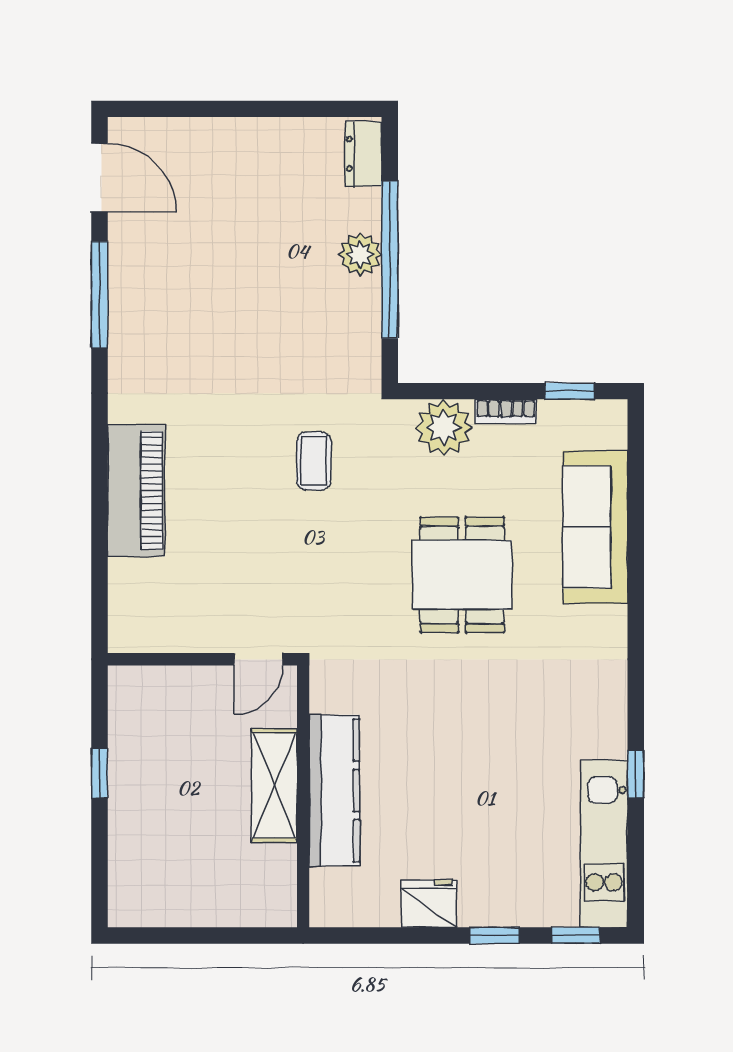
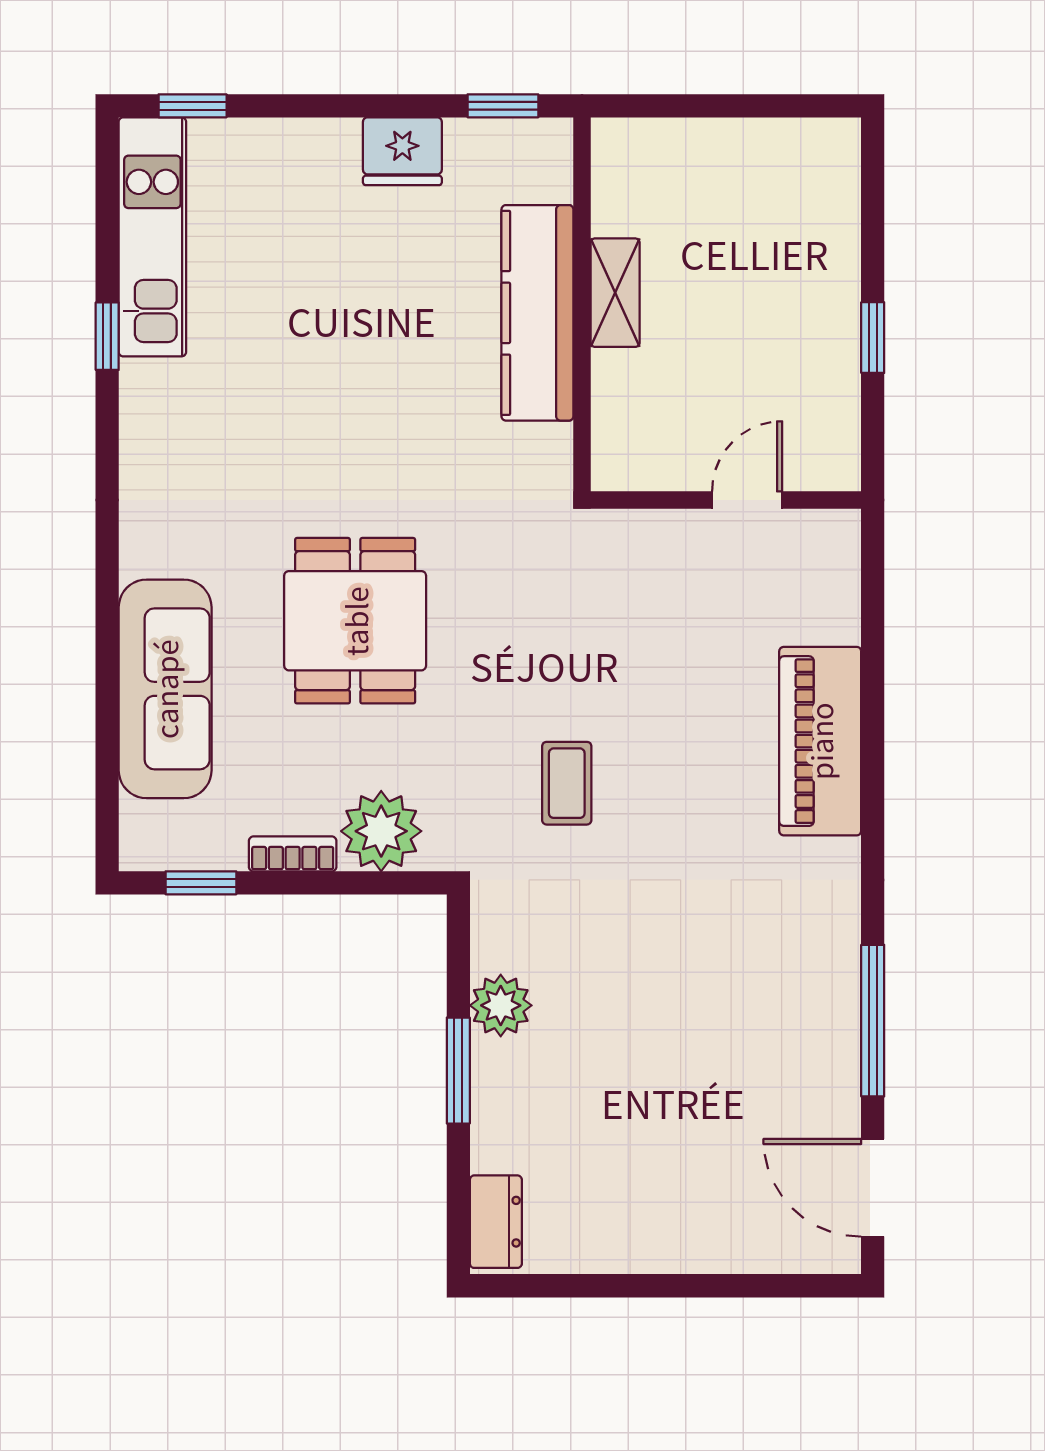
plant: (360, 254) -> (501, 1005), moved
window: (390, 260) -> (458, 1071), width x0.47
door: (258, 659) -> (747, 500), moved
shelving: (274, 786) -> (615, 293), width x0.67, depth x0.75
window: (494, 935) -> (503, 106), moved

